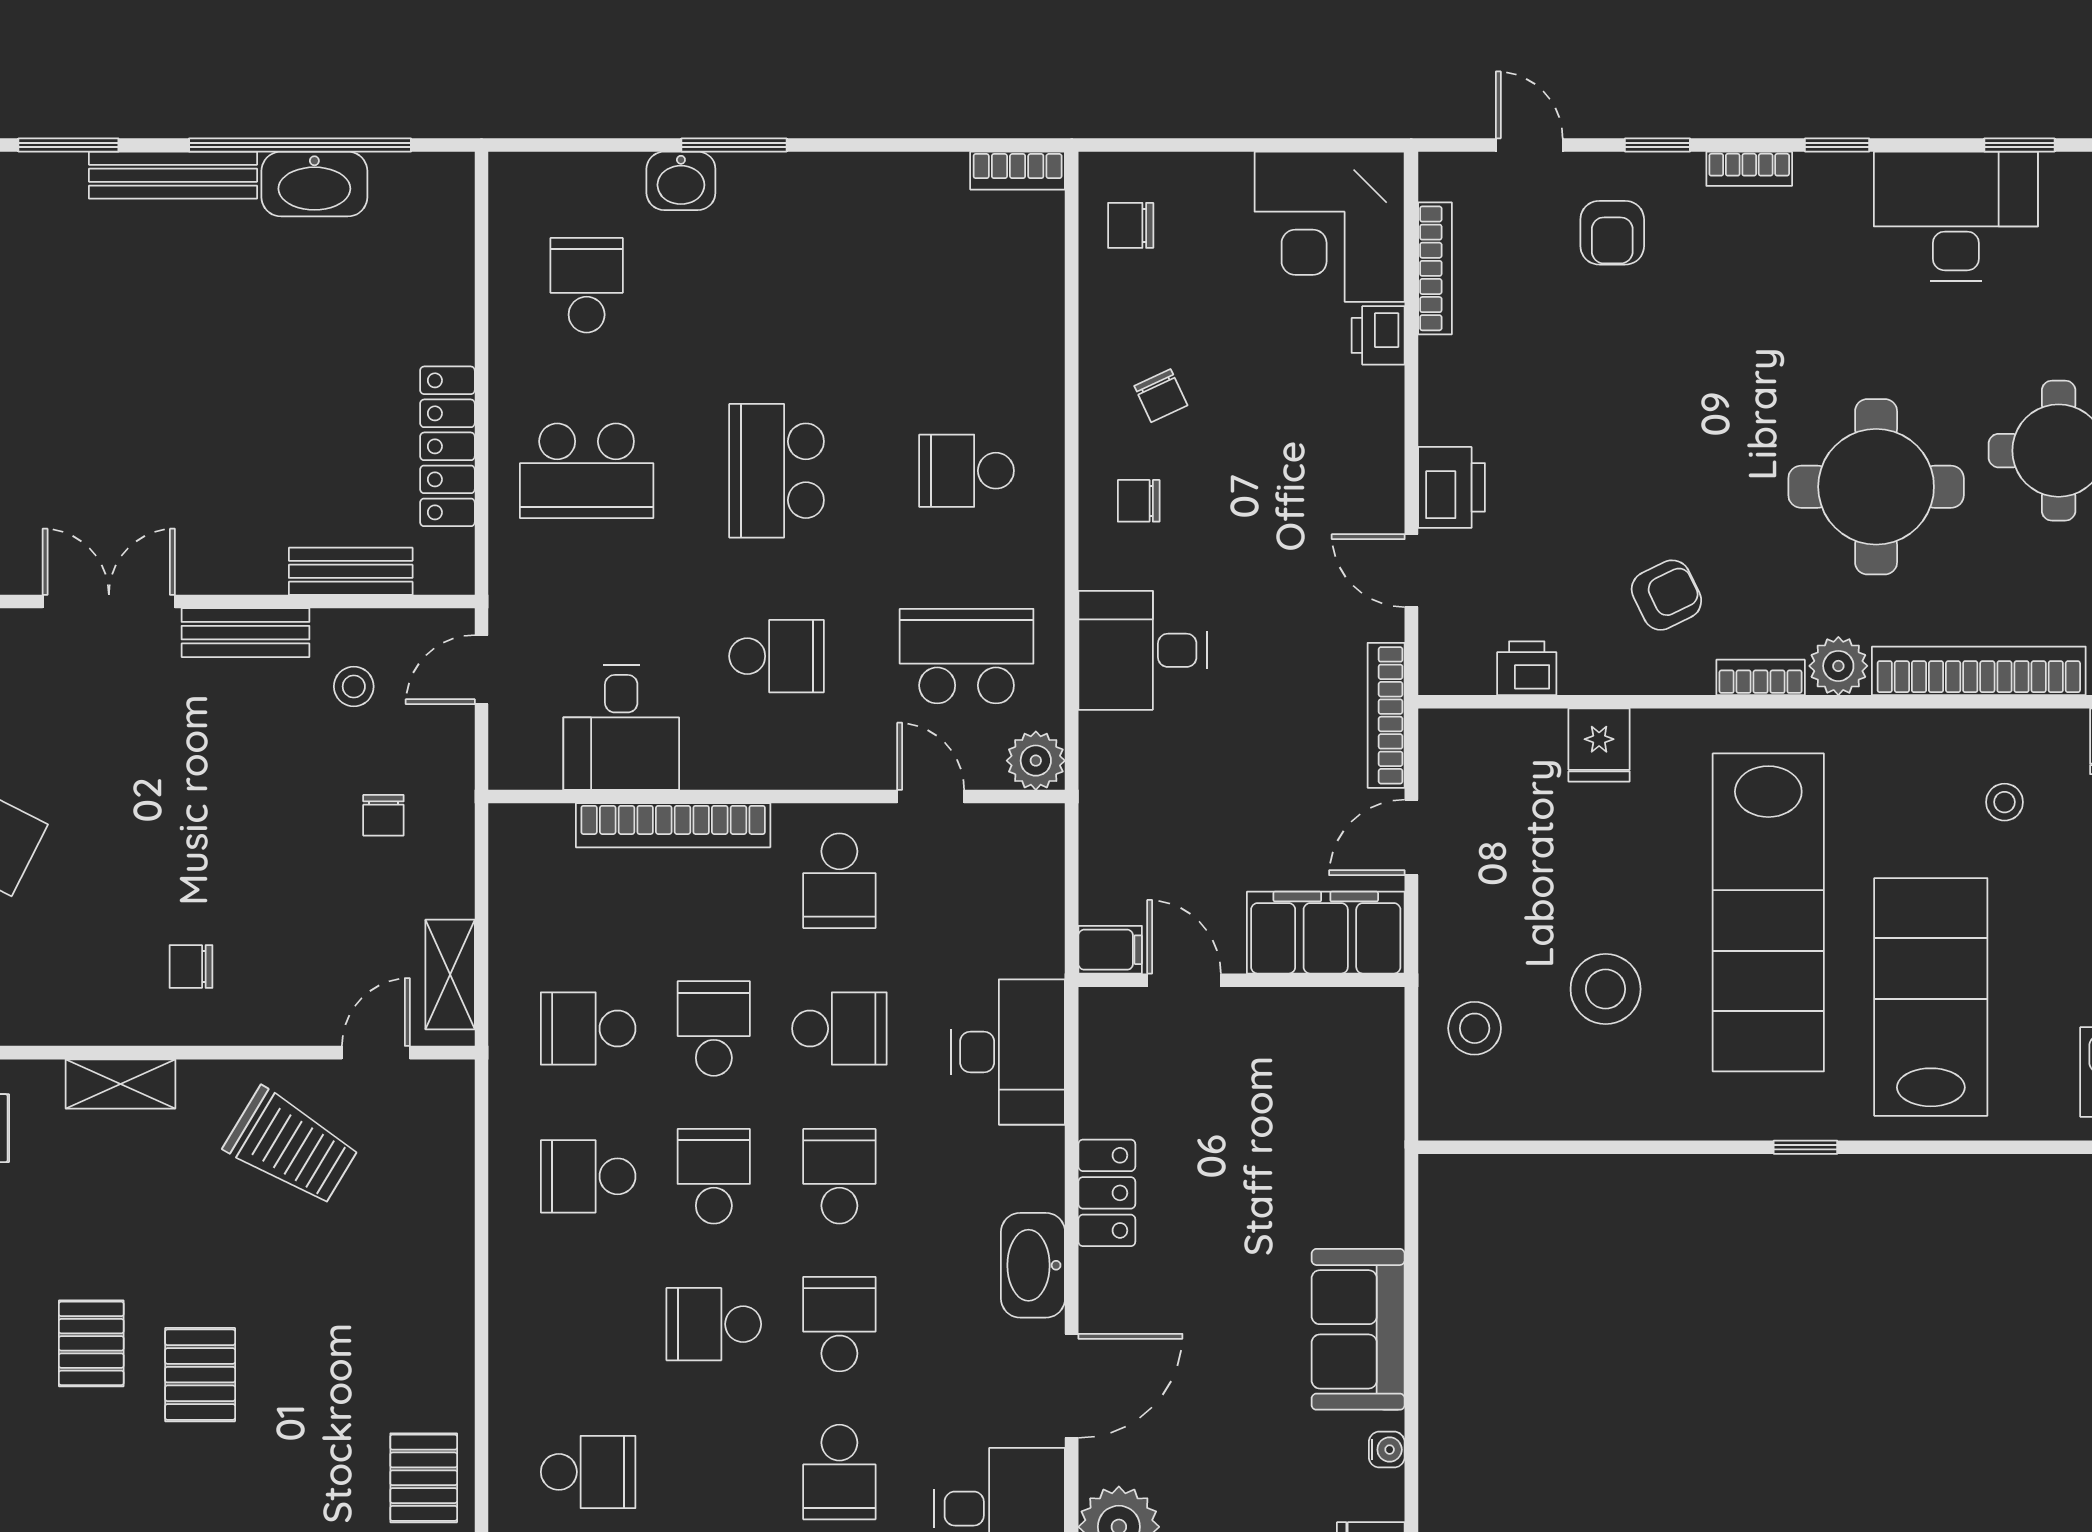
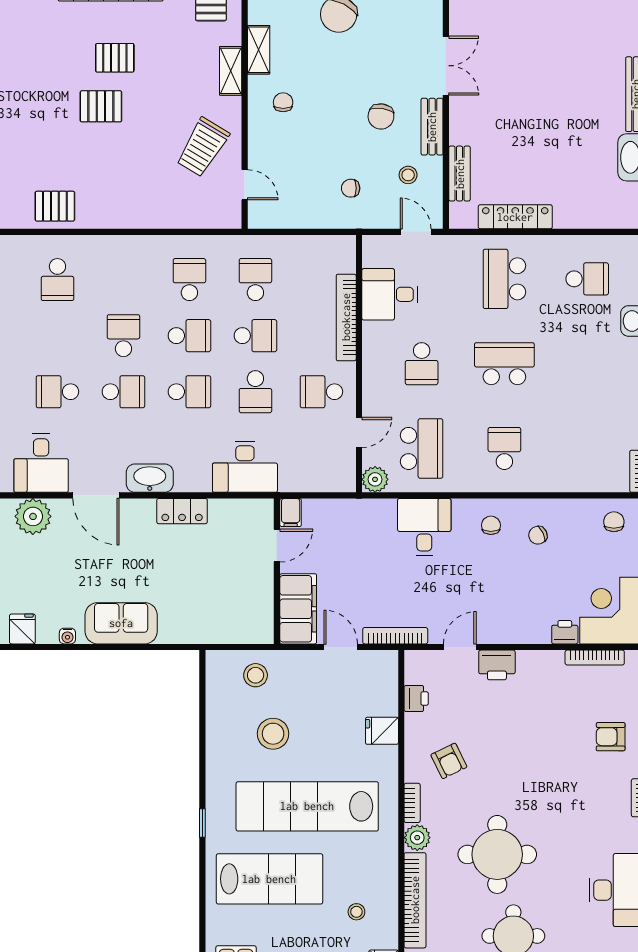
chair: (223, 747) -> (381, 116), added
shelving: (450, 975) -> (259, 50), moved, turned 90

